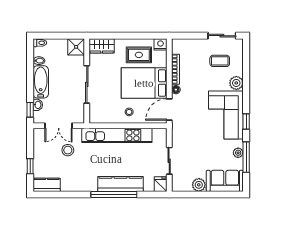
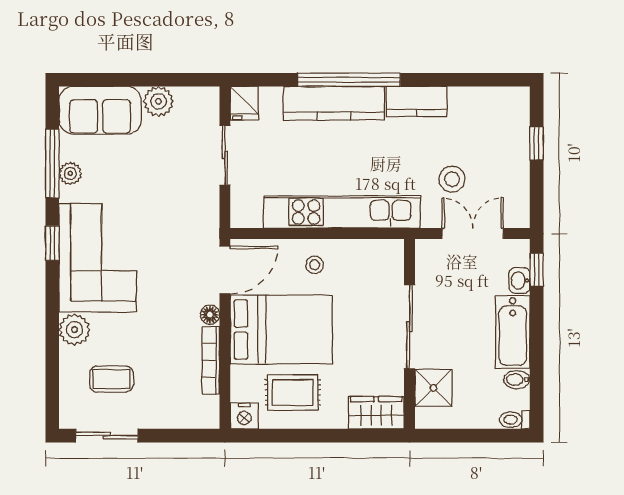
shower: (76, 47) -> (433, 388), moved
kitchen counter: (47, 185) -> (417, 102), moved

